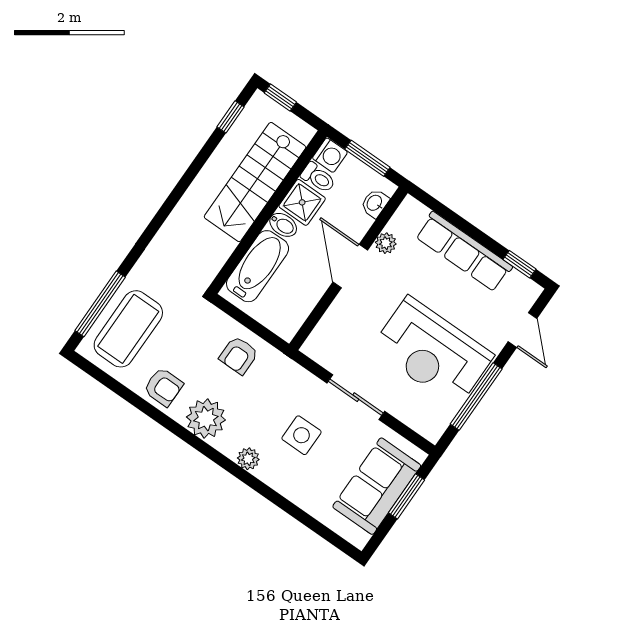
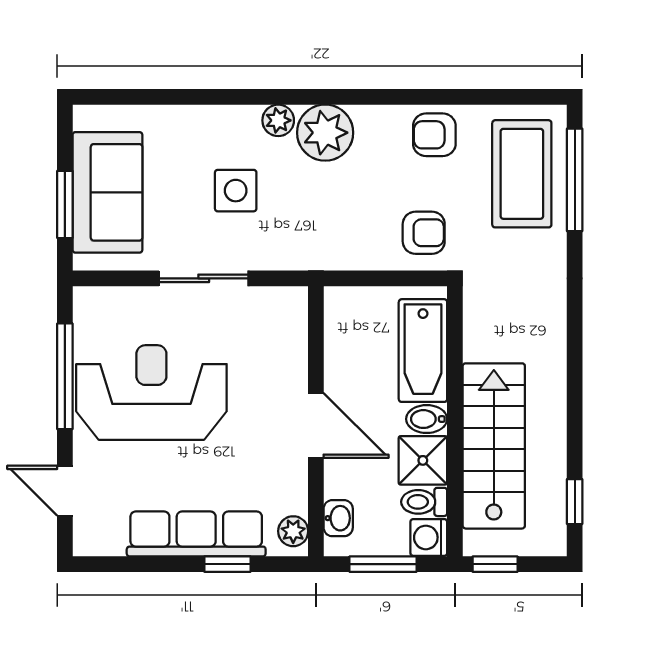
window: (280, 97) -> (495, 564), moved
plant: (386, 243) -> (293, 531), moved
window: (520, 264) -> (227, 564), moved
armchair: (239, 355) -> (424, 233), moved, turned 90
plant: (206, 419) -> (325, 133), moved

